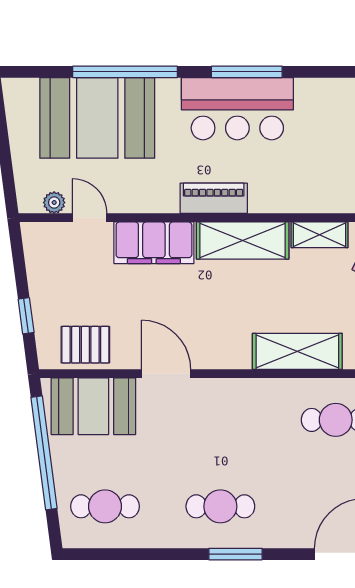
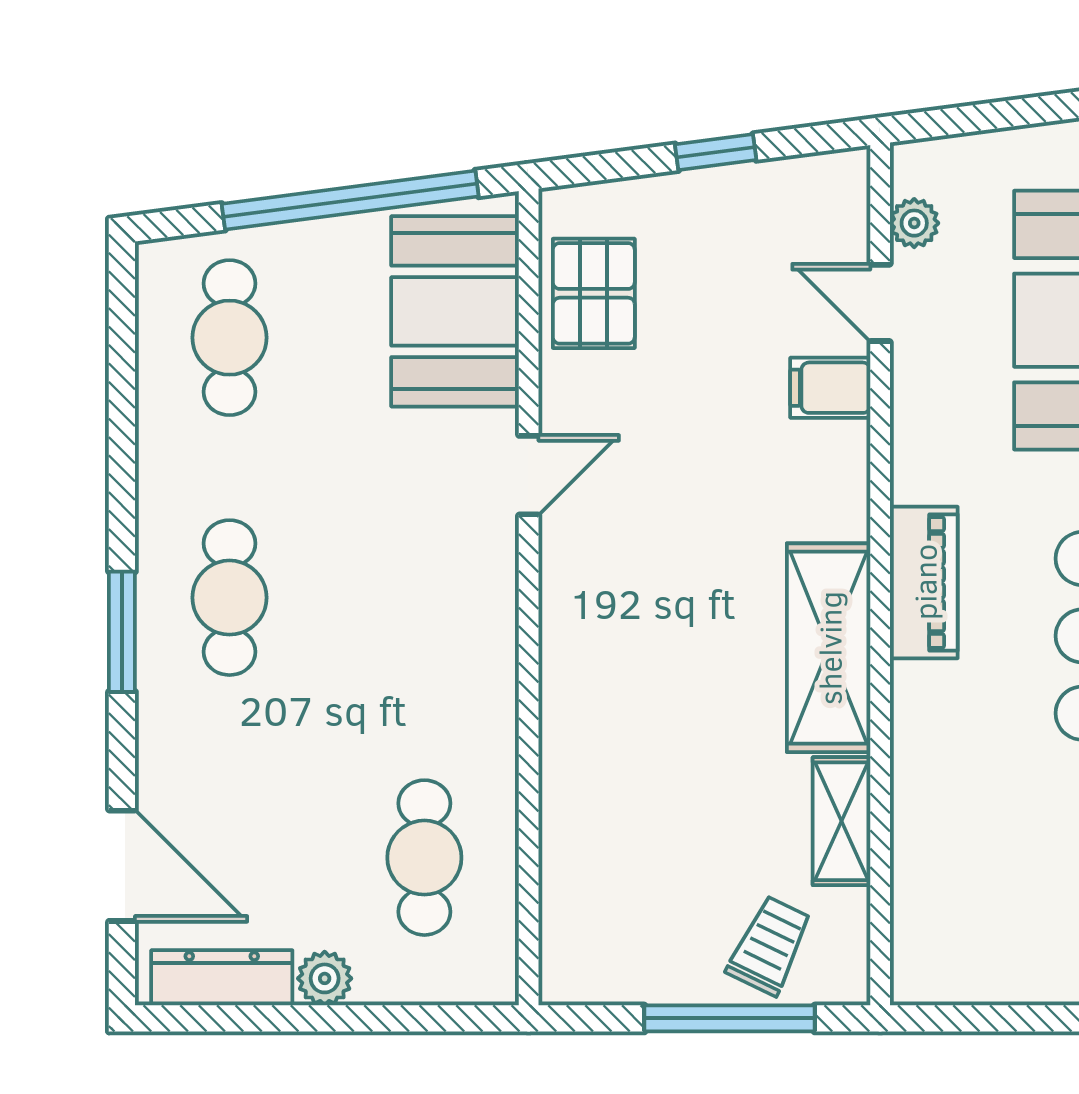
door: (90, 218) -> (880, 303), swing flipped
filing cabinet: (154, 243) -> (830, 388), width x0.33, depth x0.86
window: (26, 316) -> (716, 152), moved
shelving: (297, 351) -> (579, 771), removed
door: (166, 374) -> (529, 475), width x0.73

